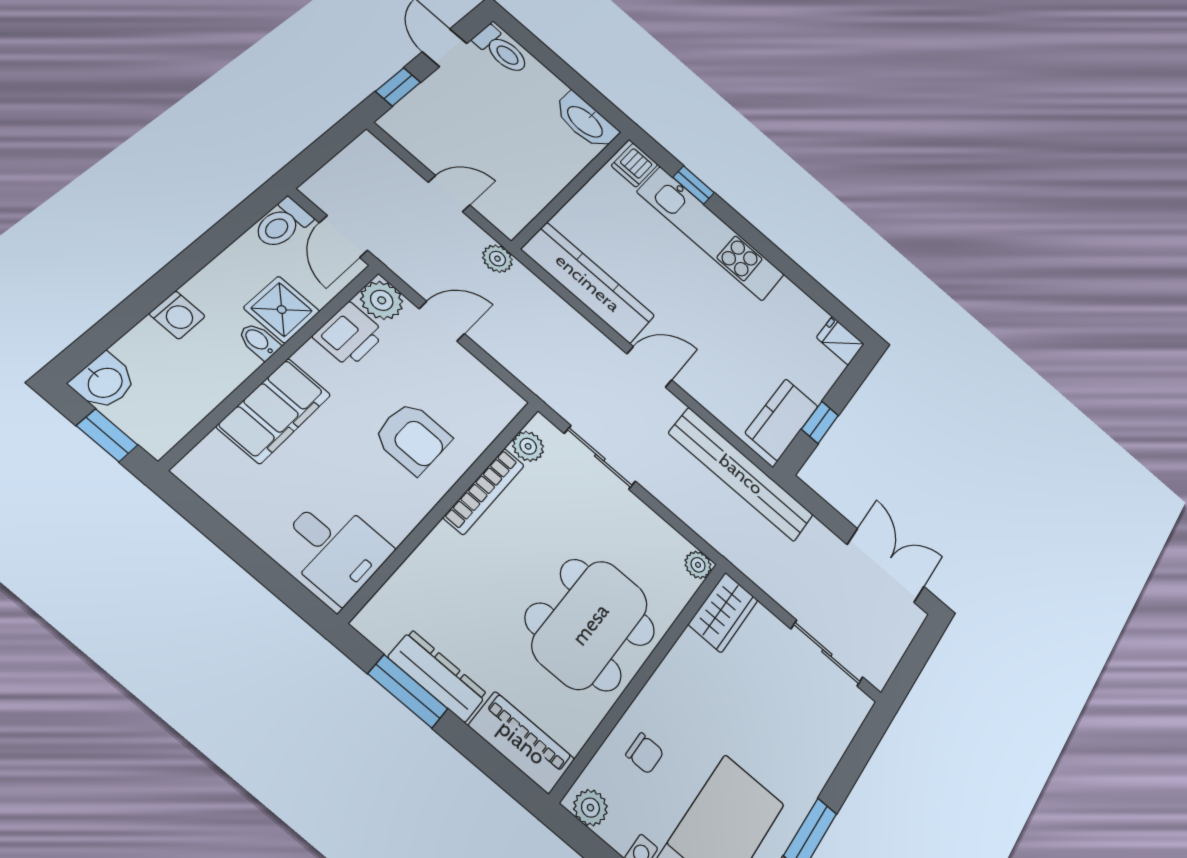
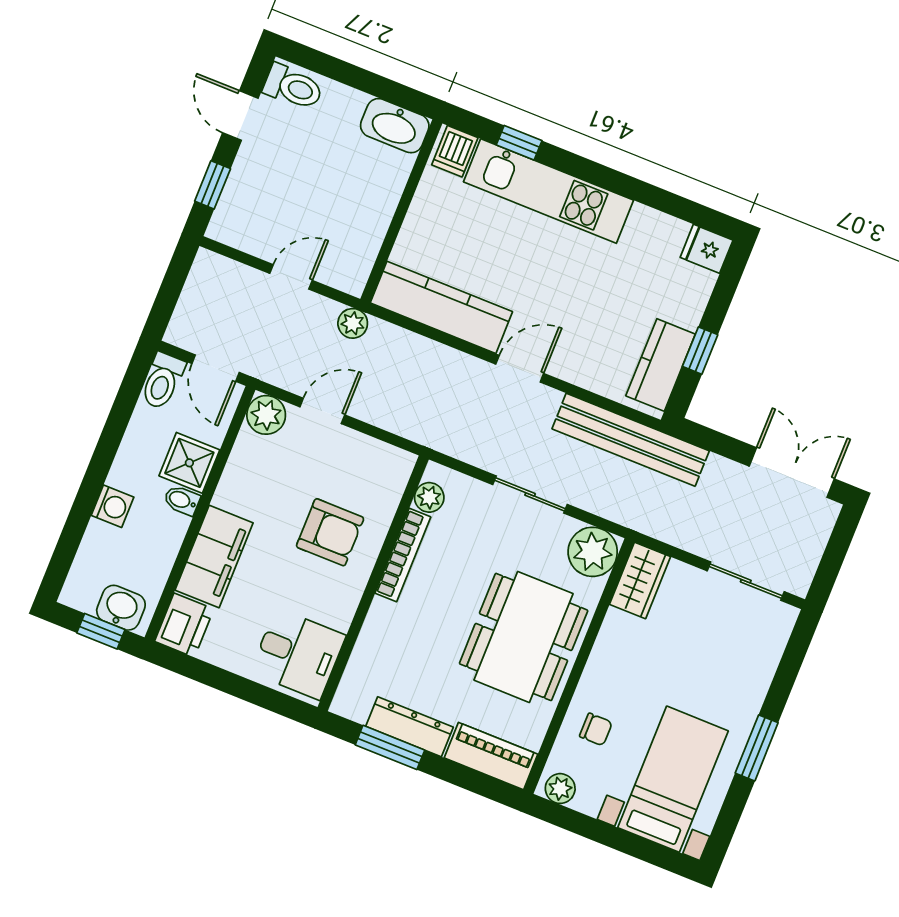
printer: (349, 335) -> (184, 625), moved
washbasin: (104, 382) -> (121, 608), moved, turned -90
sliding door: (600, 457) -> (530, 494), moved
plant: (698, 565) -> (593, 552), width x1.88, depth x1.88

